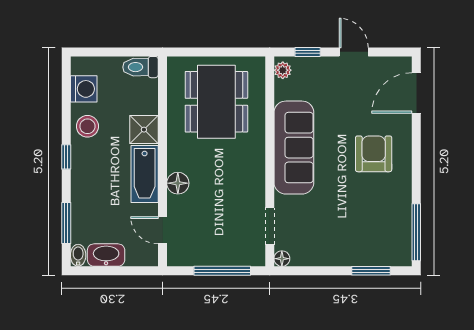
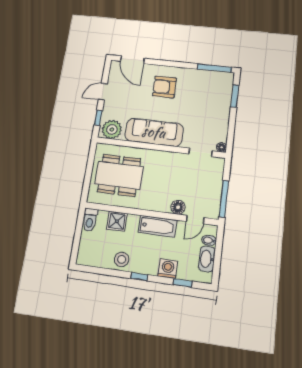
plant: (283, 70) -> (112, 129), width x1.88, depth x1.88
washing machine: (84, 89) -> (168, 269), moved
shower: (144, 130) -> (117, 221), moved
floor lamp: (178, 183) -> (178, 207), moved
window: (66, 223) -> (183, 283), width x0.67
bidet: (78, 255) -> (209, 240), moved
window: (222, 271) -> (224, 199), moved

